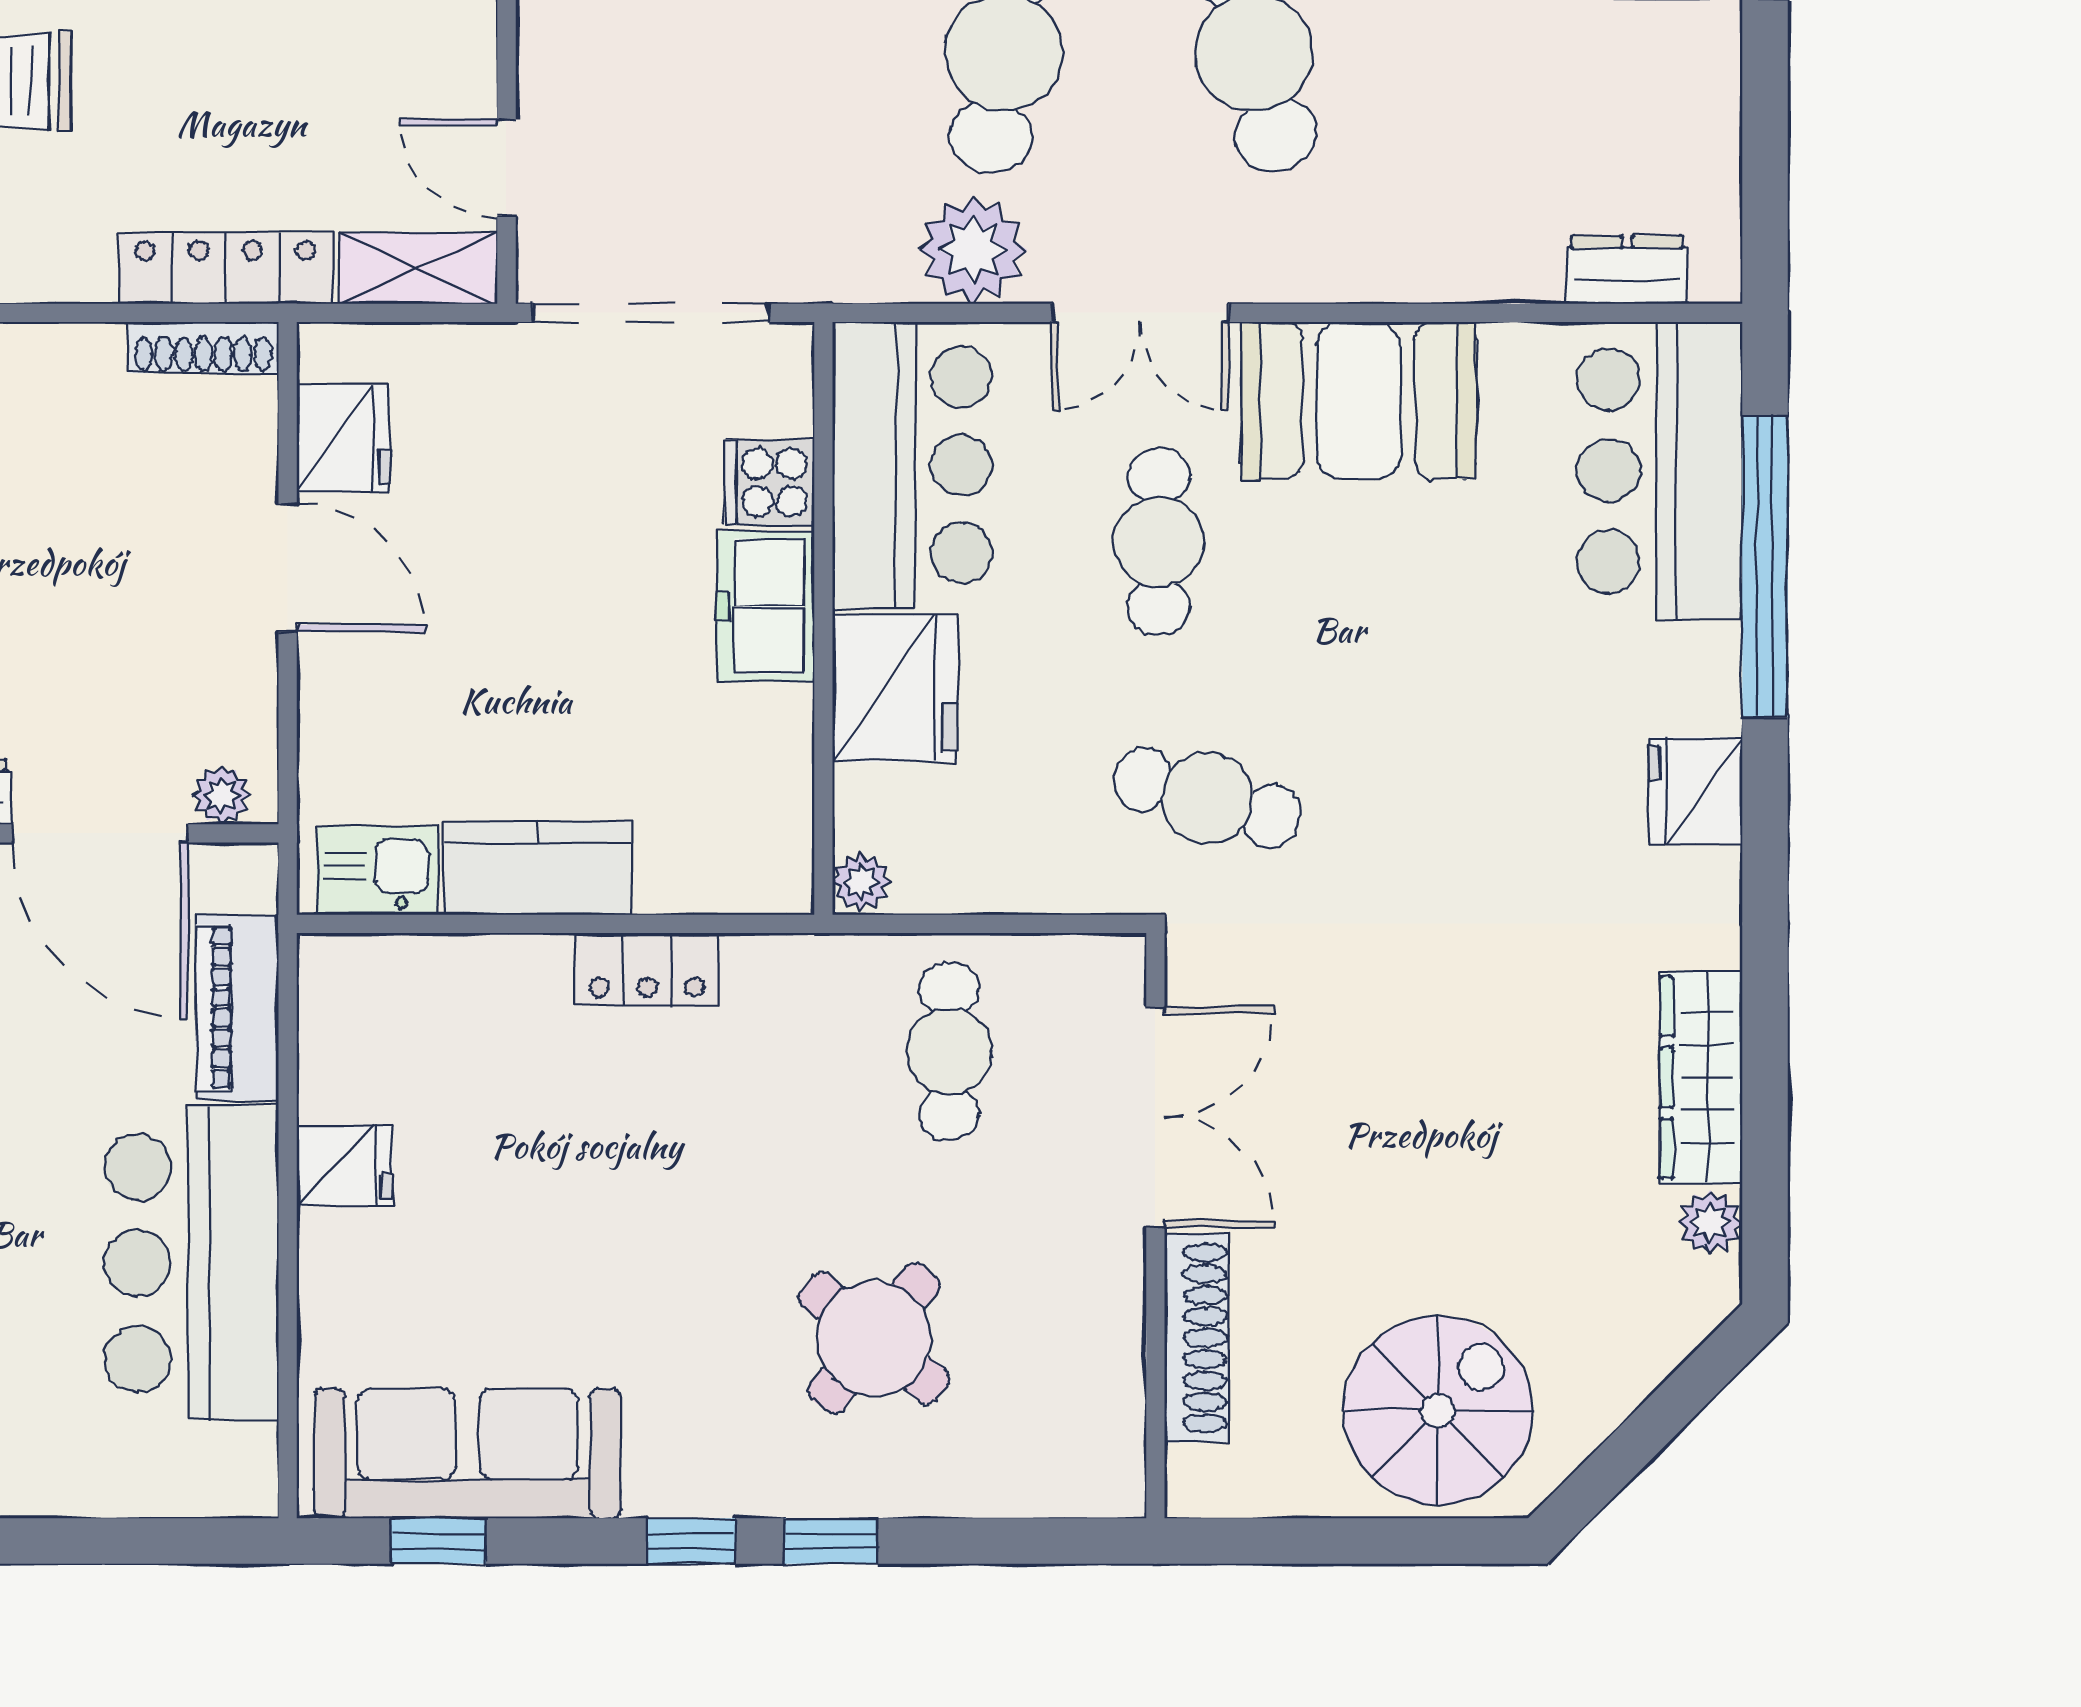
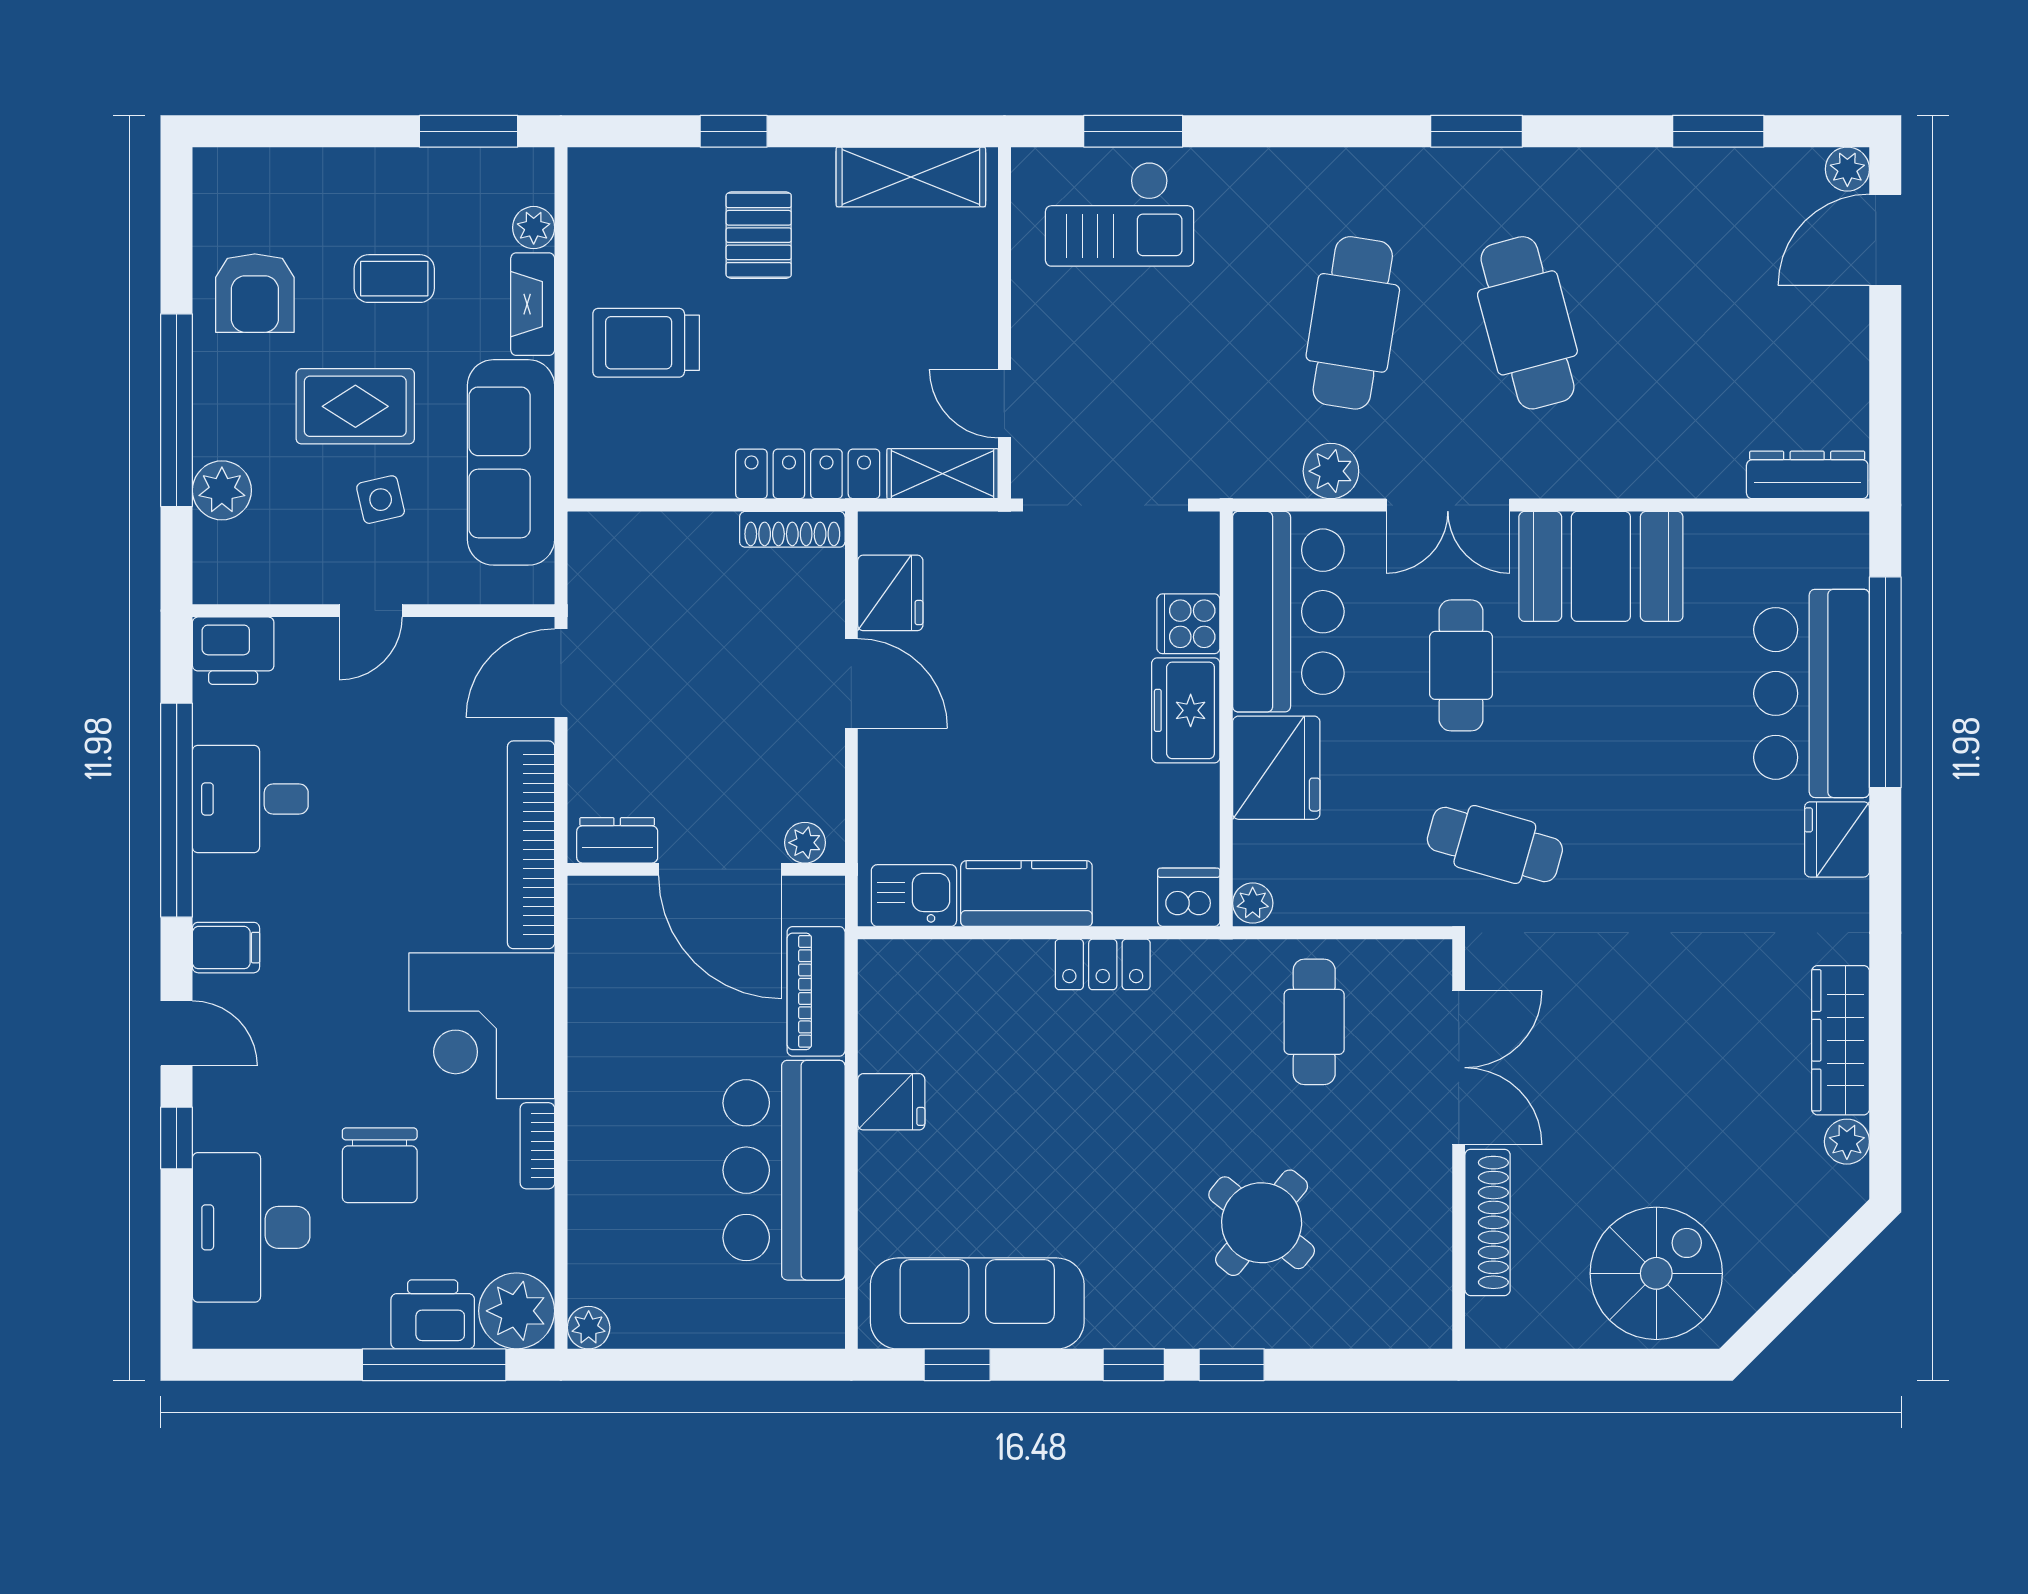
plant: (973, 250) -> (1331, 471), width x0.73, depth x0.73
dresser: (1627, 270) -> (1807, 475), width x1.44
bar counter: (1660, 471) -> (1812, 693), moved
dishwasher: (770, 873) -> (1189, 897), added

